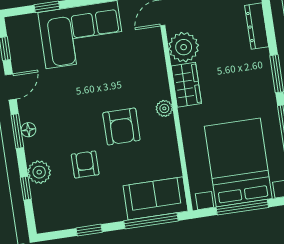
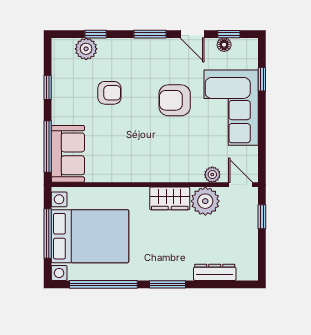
plant: (164, 108) -> (212, 175), moved
armchair: (121, 127) -> (175, 100), moved
floor lamp: (28, 130) -> (224, 45), moved
plant: (39, 172) -> (86, 49), moved

